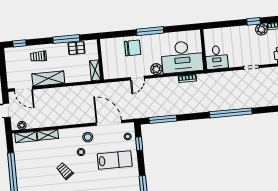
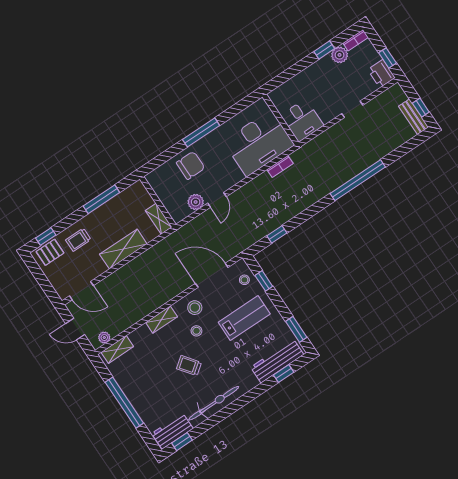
pallet: (76, 48) -> (50, 252), moved
plant: (156, 69) -> (196, 202), moved
shelving: (48, 79) -> (123, 249), moved
window: (163, 119) -> (277, 234), width x0.46
shelving: (48, 135) -> (162, 320), moved

